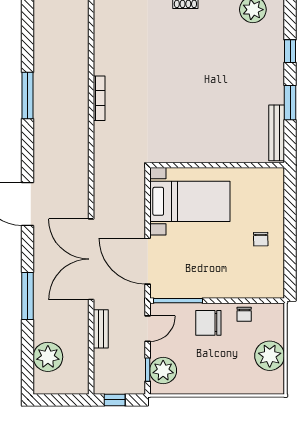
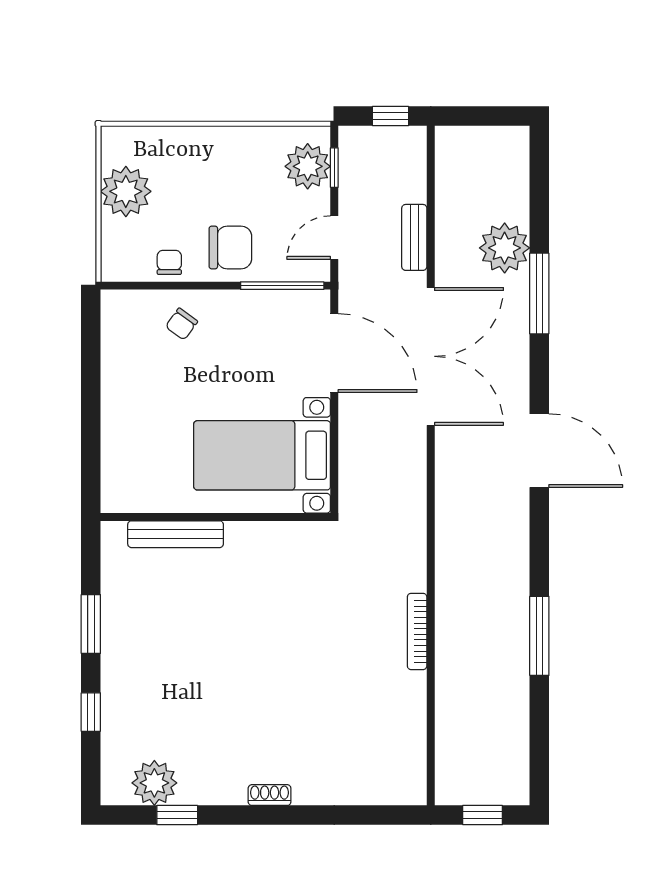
bench: (277, 133) -> (176, 534), moved, turned 90
chair: (261, 239) -> (182, 324), moved, turned -143
plant: (48, 357) -> (505, 248), moved

